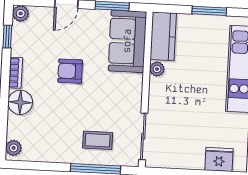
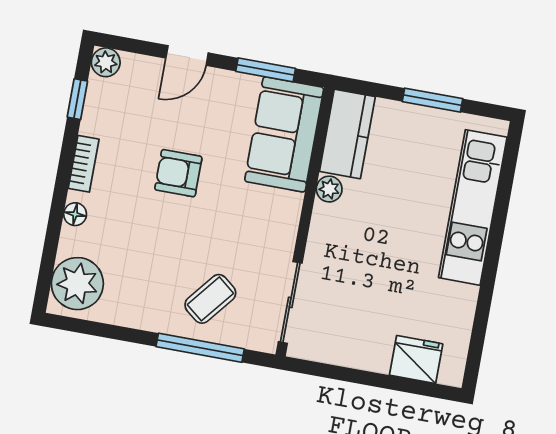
floor lamp: (20, 102) -> (75, 214), width x0.53, depth x0.53
coffee table: (98, 140) -> (210, 299), turned -51
plant: (14, 148) -> (77, 284), width x1.88, depth x1.88

